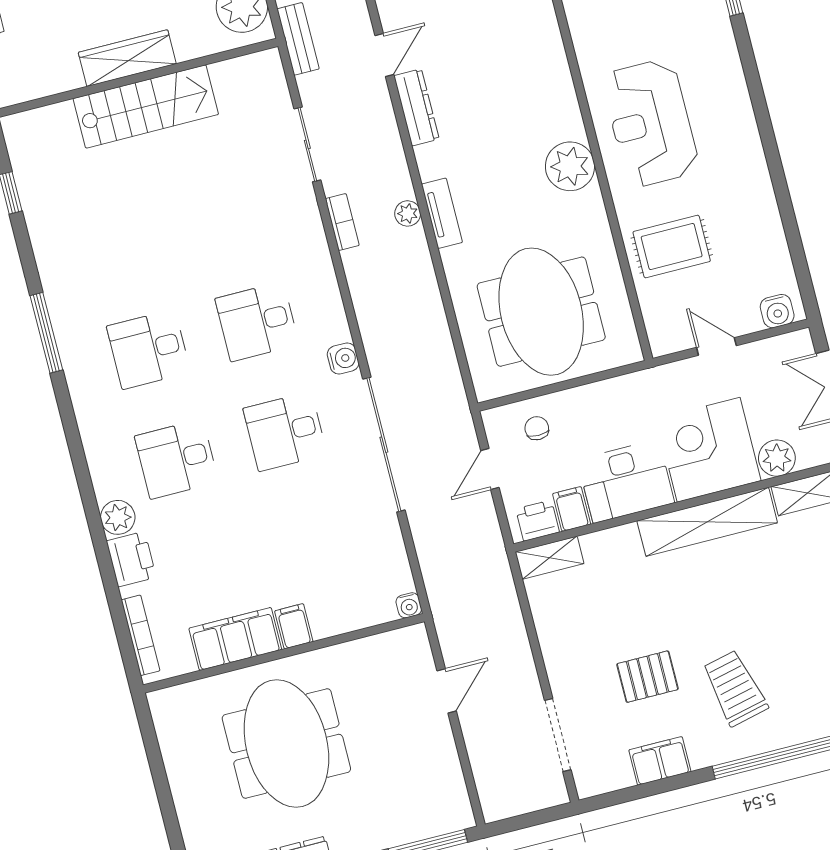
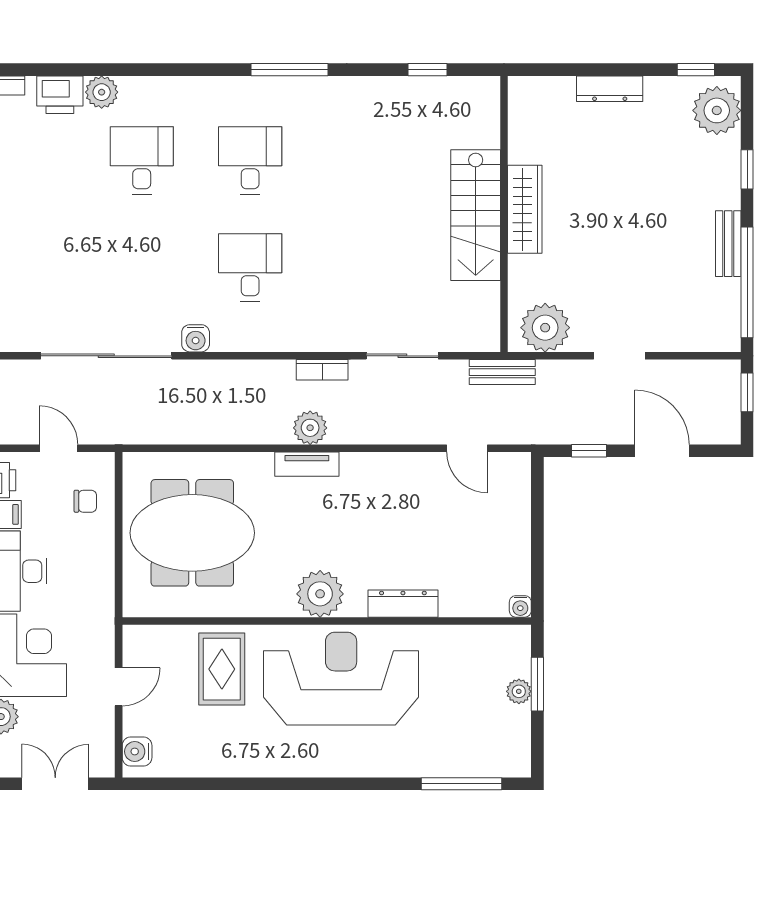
dresser: (416, 107) -> (403, 604), moved, turned 180
reception desk: (650, 123) -> (341, 679), width x1.36, depth x1.30
plant: (408, 213) -> (310, 428), width x1.38, depth x1.38
desk: (285, 431) -> (142, 267), removed

